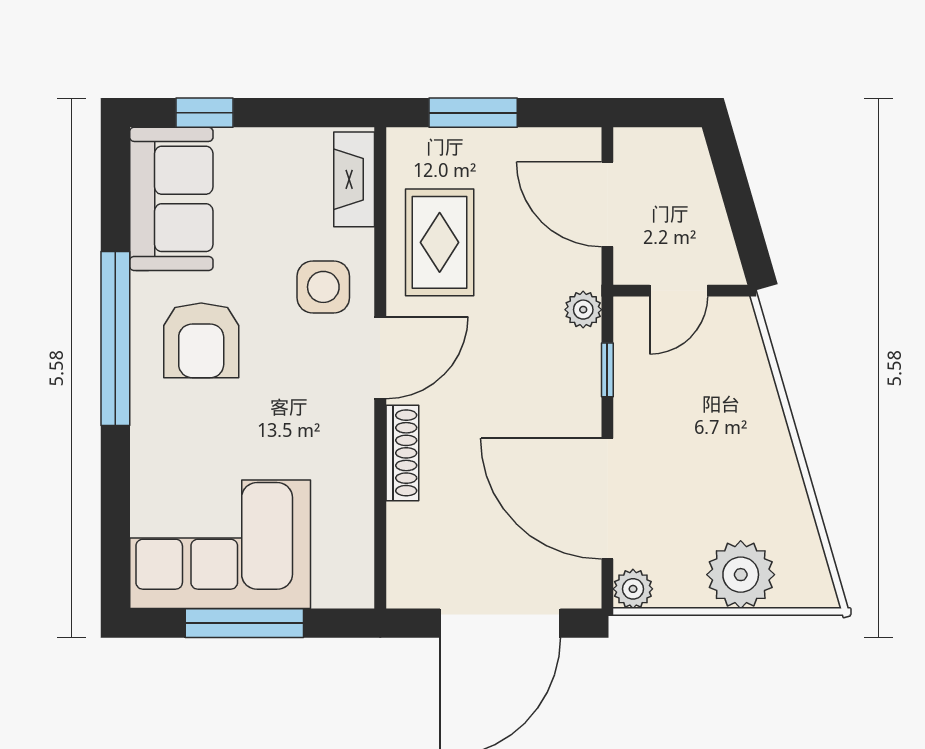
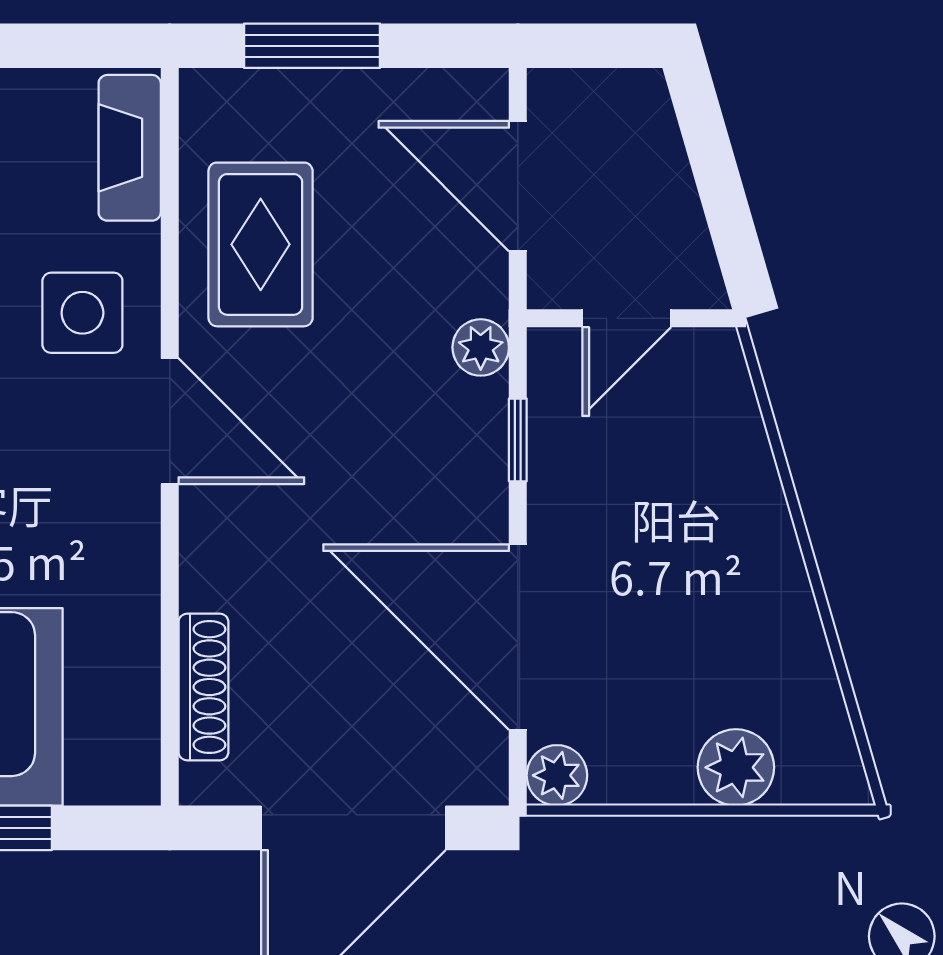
door: (380, 358) -> (170, 421), hinge flipped
shoe rack: (402, 453) -> (203, 687), moved
plant: (741, 575) -> (736, 767), width x0.73, depth x0.73

